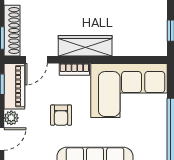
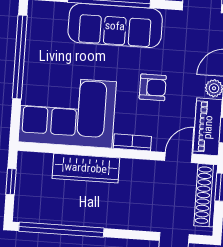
wardrobe: (85, 46) -> (86, 168), moved
armchair: (61, 115) -> (153, 87), turned 90

